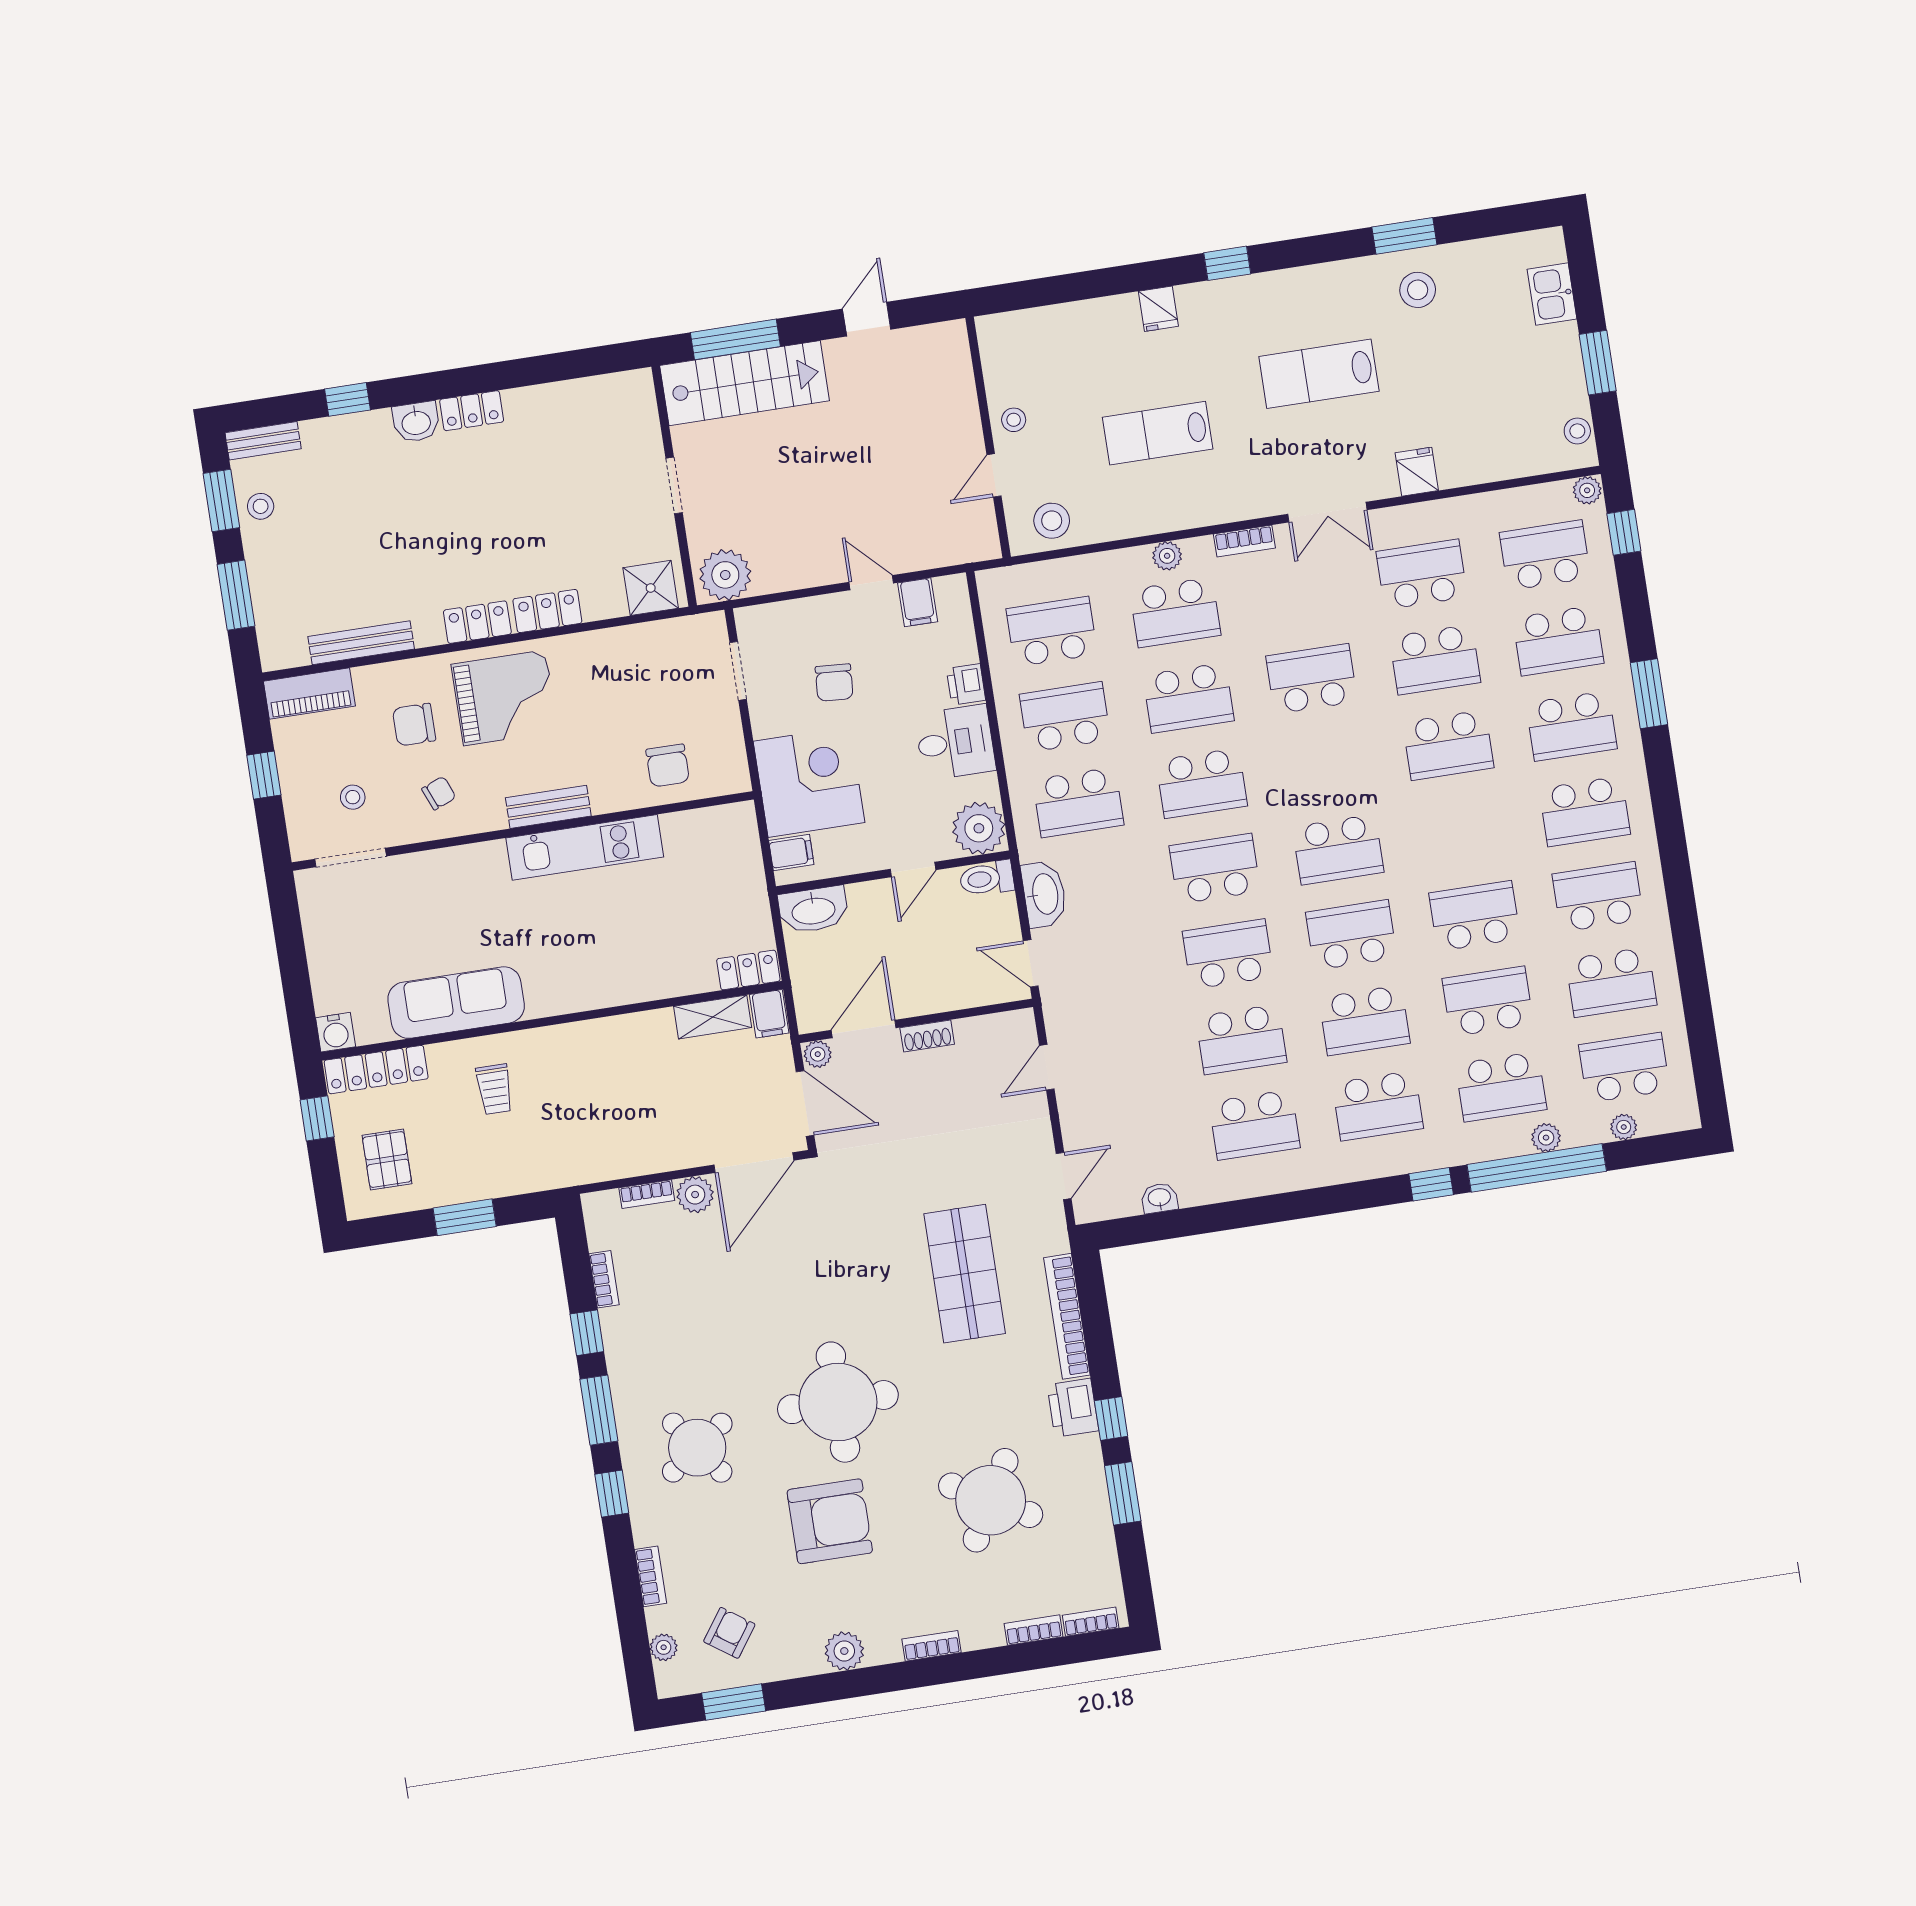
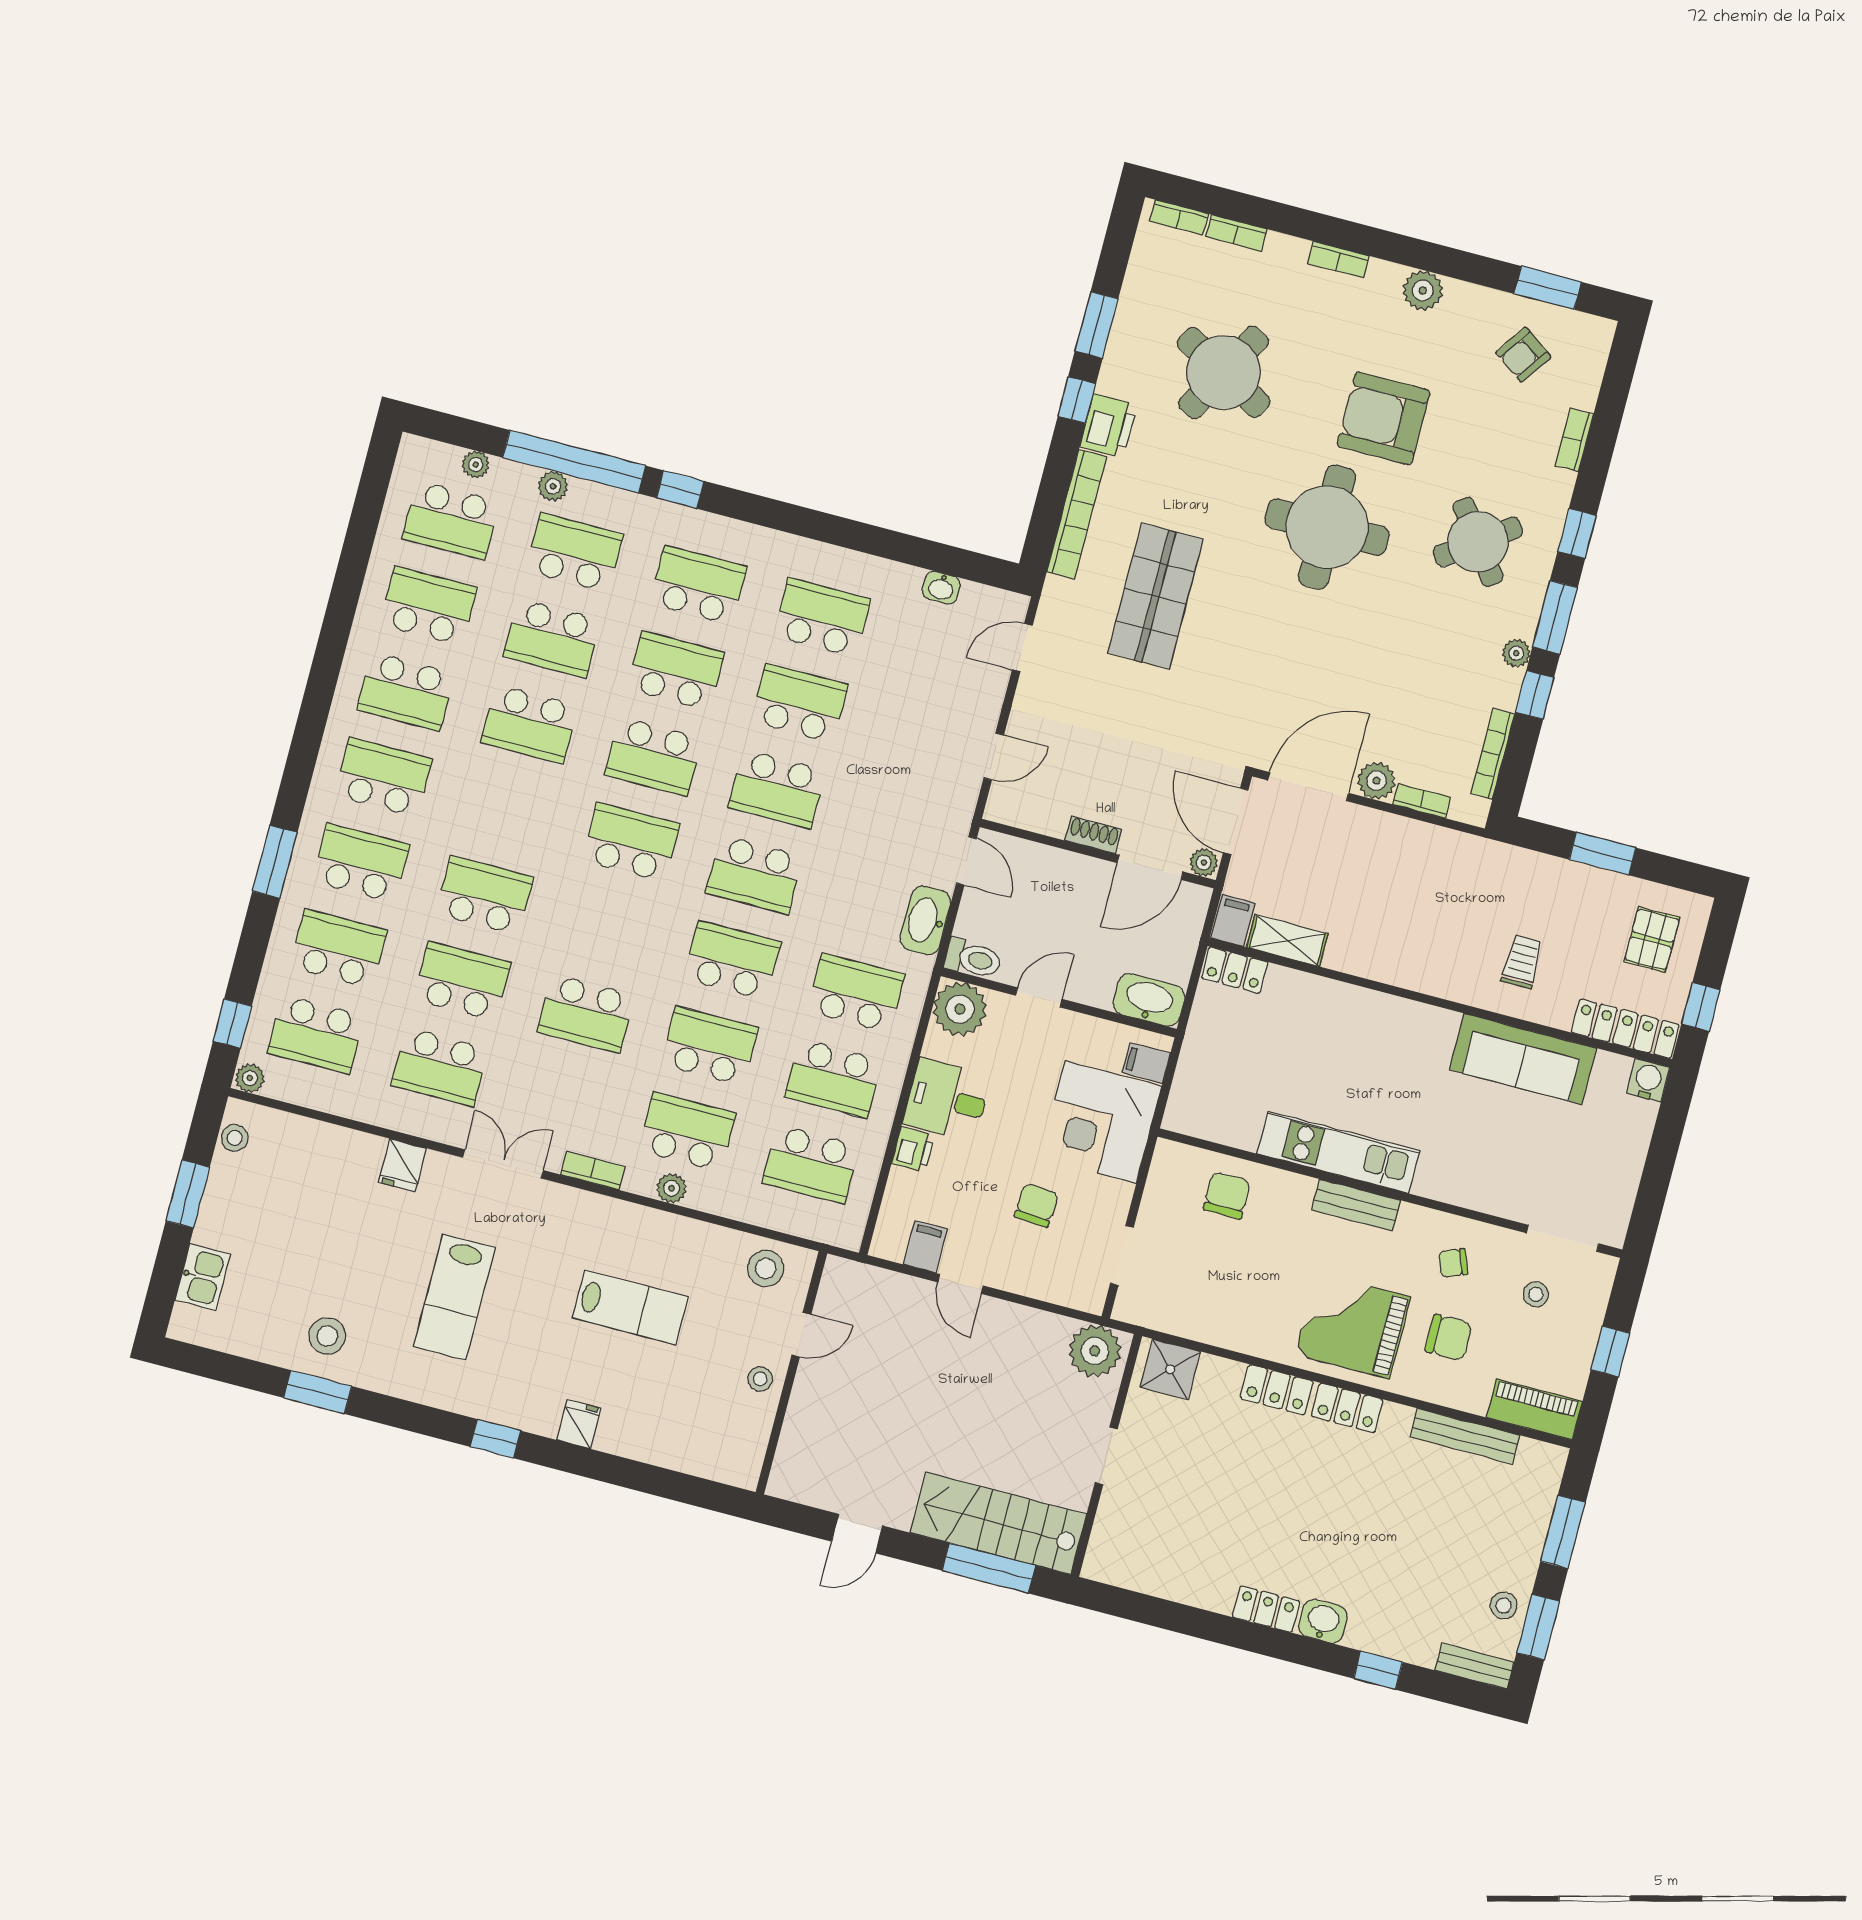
lab bench: (1319, 374) -> (454, 1297), turned 90
bookcase: (604, 1279) -> (1493, 754), width x1.56
plant: (664, 1647) -> (1516, 653), moved

